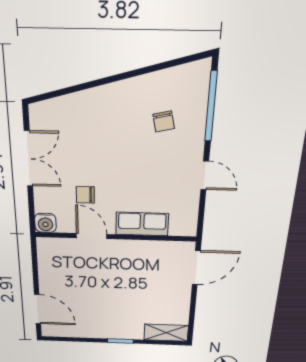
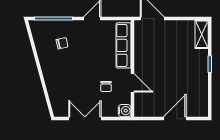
row of seats: (142, 224) -> (124, 45), width x1.48
door: (92, 236) -> (133, 83), swing flipped
door: (38, 309) -> (175, 119), moved

